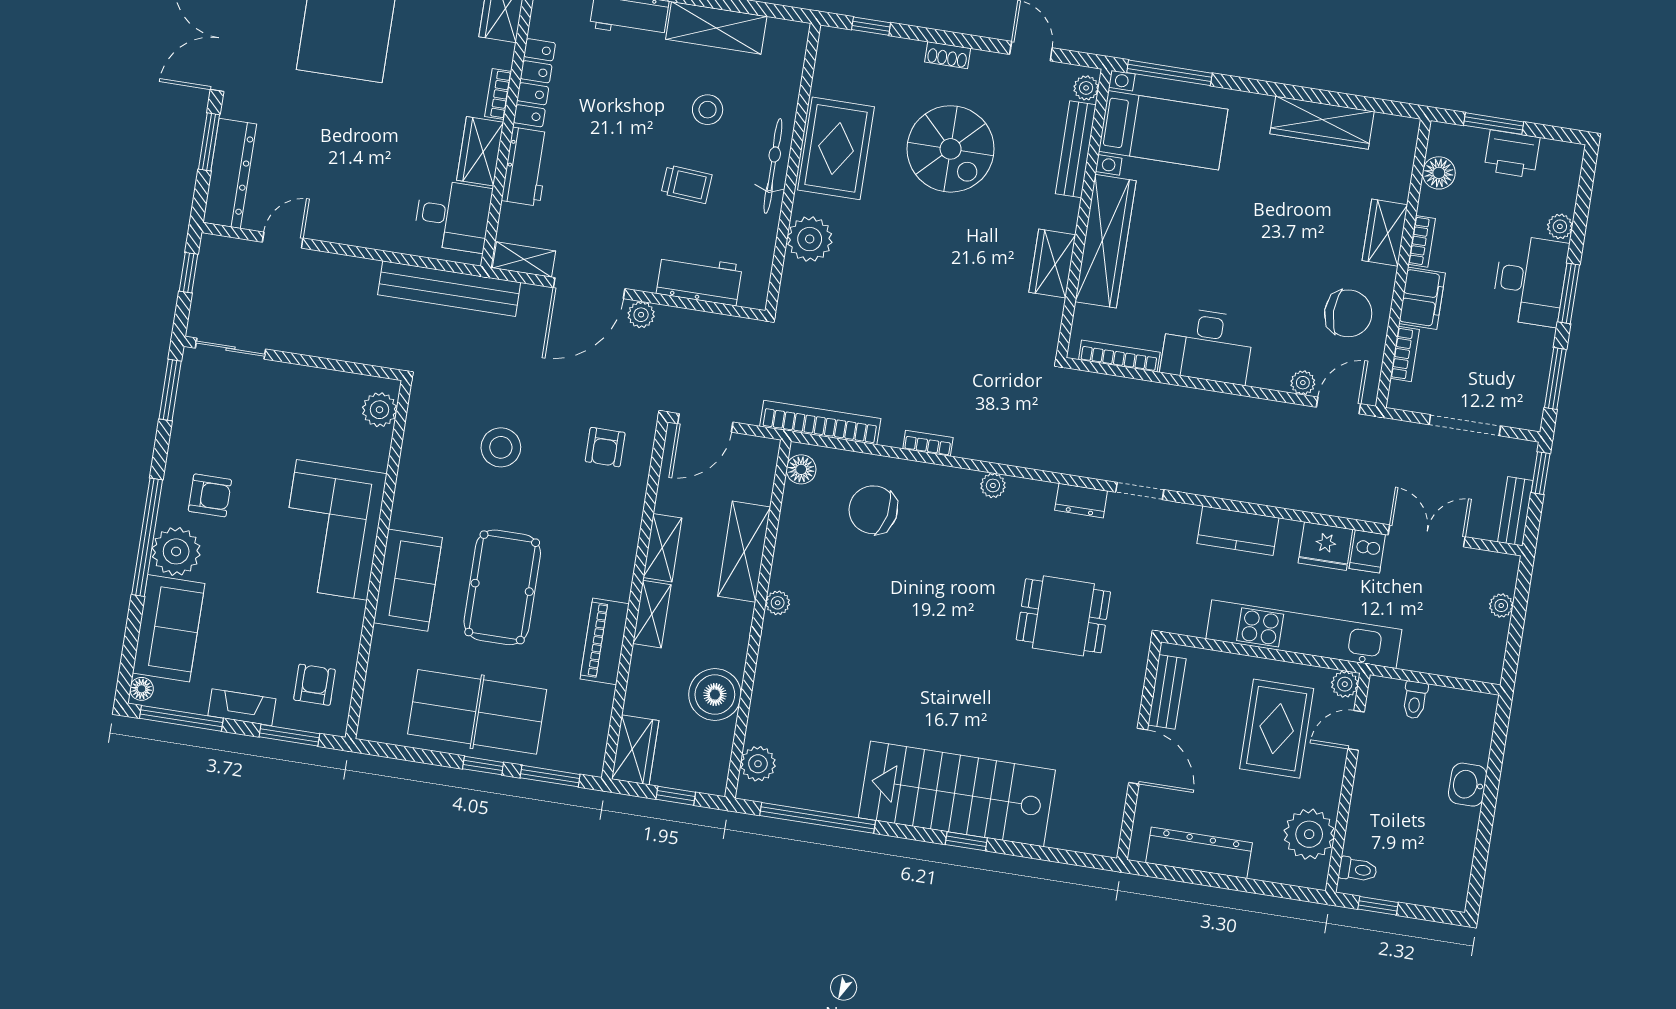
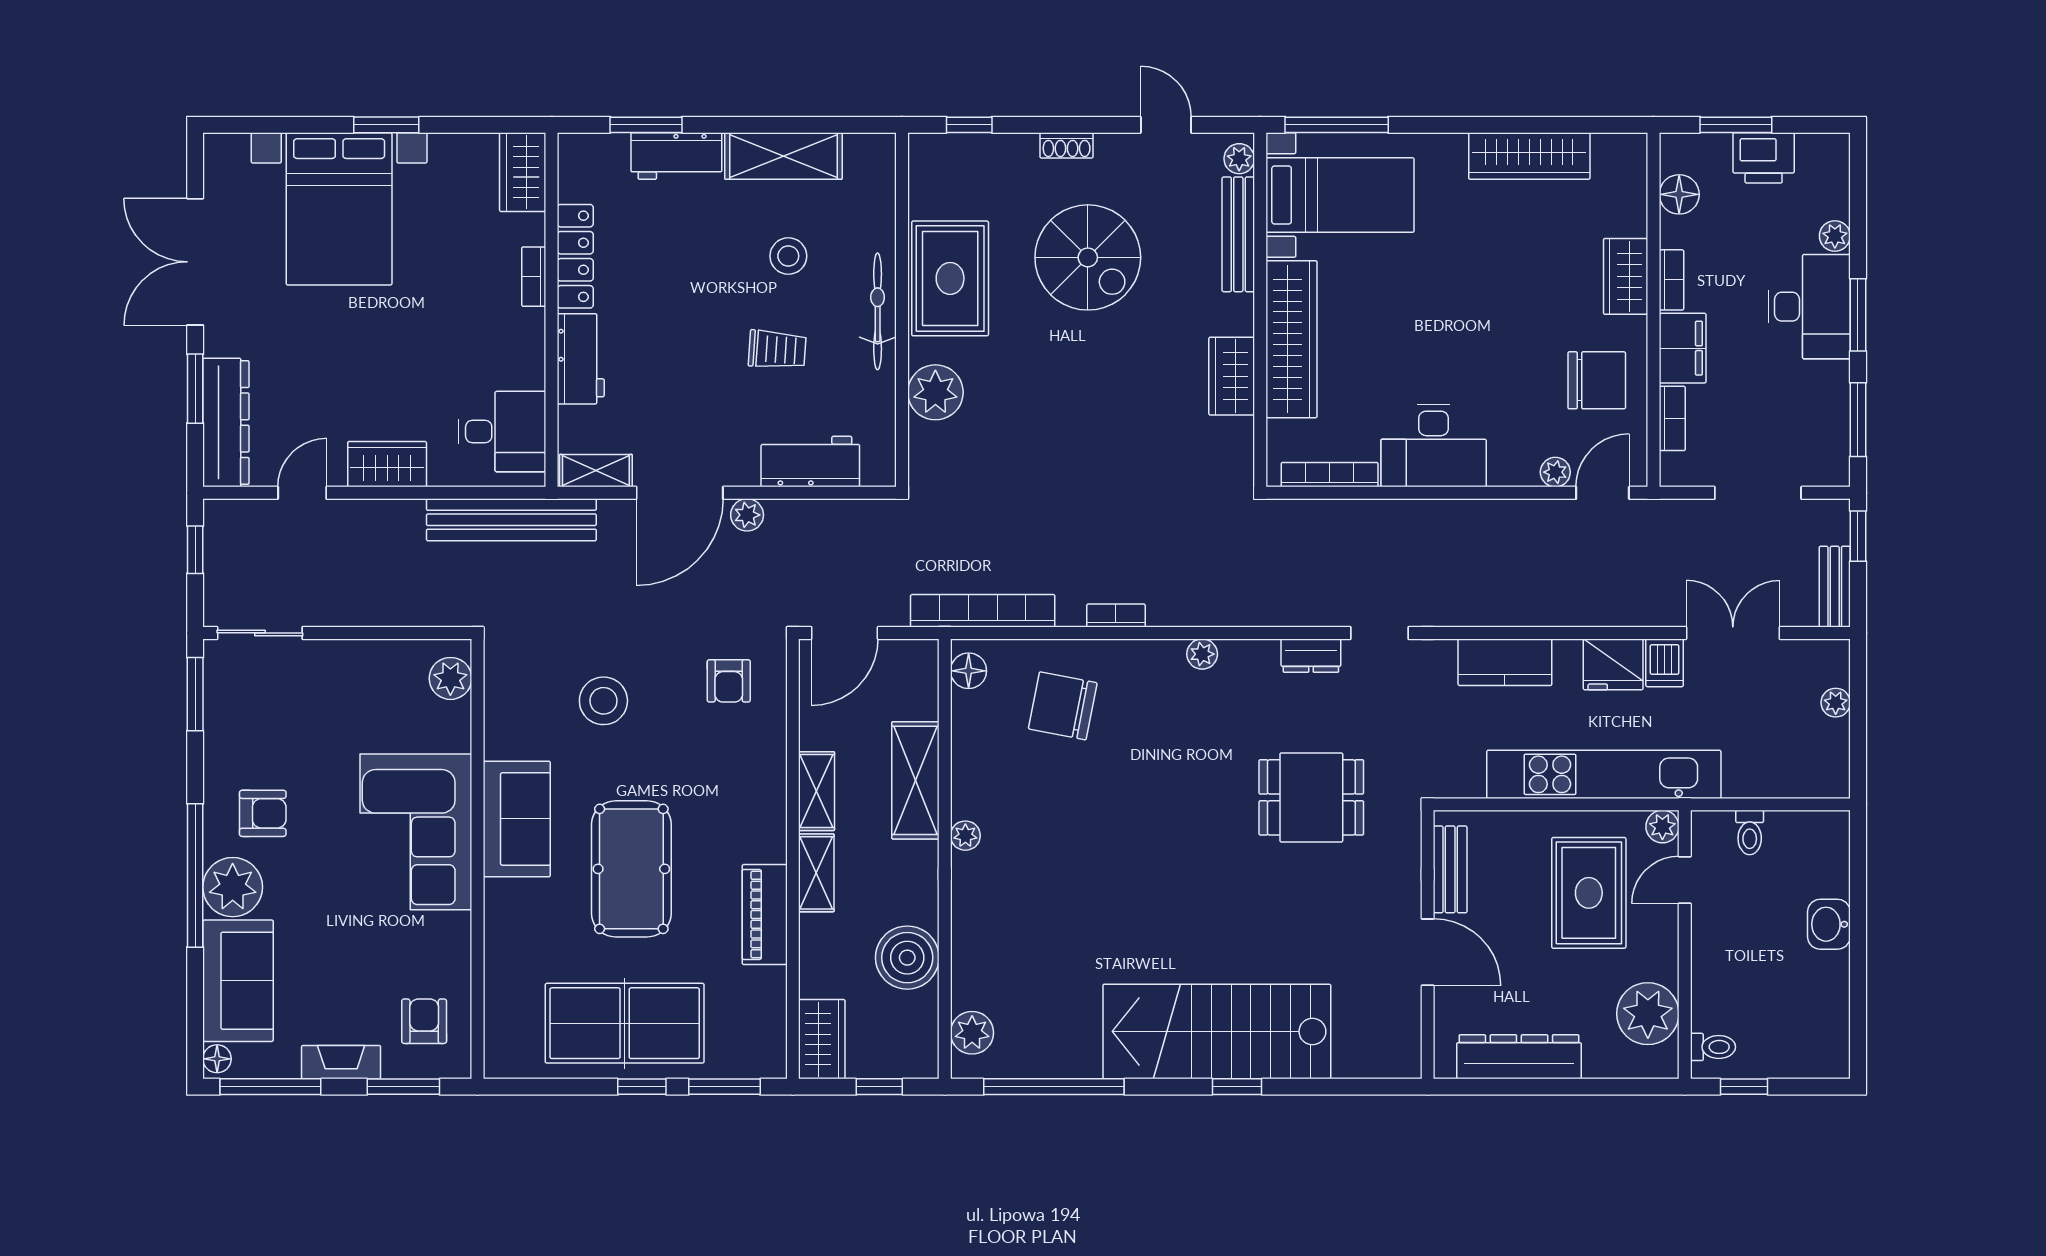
wardrobe: (480, 151) -> (387, 464), moved, turned 90
sofa: (408, 580) -> (517, 819), moved

